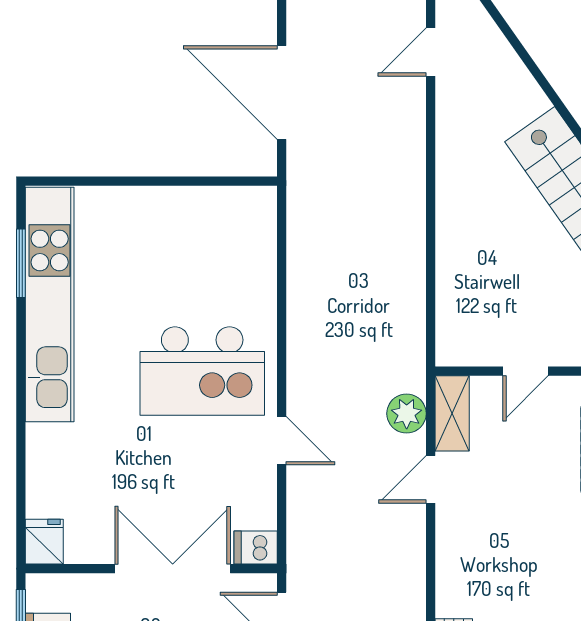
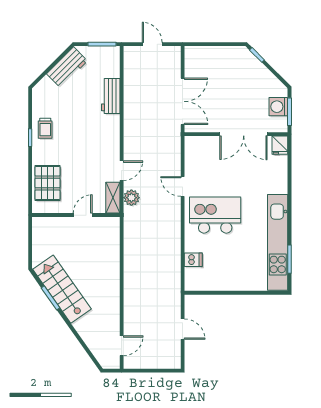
door: (282, 92) -> (183, 329), width x0.53
dishwasher: (256, 547) -> (193, 260), moved
double door: (173, 569) -> (244, 134), moved

